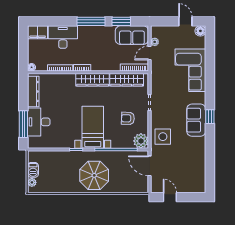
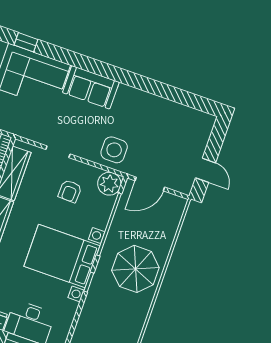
window: (210, 117) -> (26, 42), moved
sofa: (196, 120) -> (91, 87), moved
bed with nightstands: (93, 127) -> (62, 256), width x1.36
door: (170, 197) -> (206, 170), swing flipped

